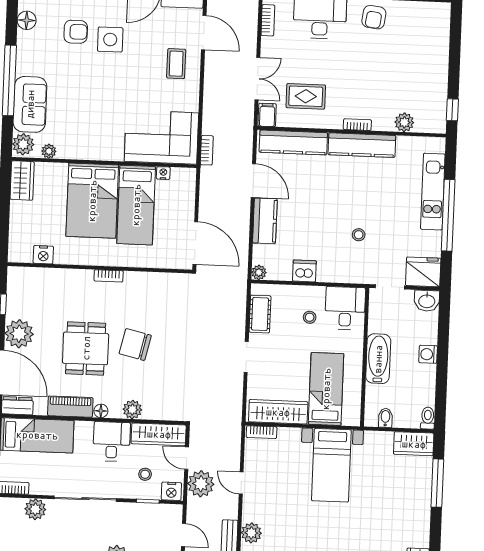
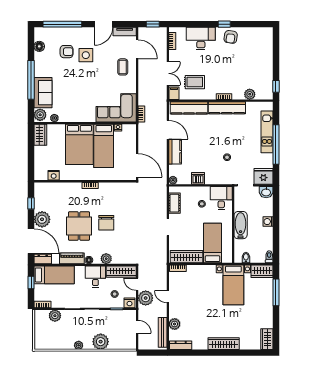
chair: (135, 344) -> (106, 223), turned -103
bed with nightstands: (331, 465) -> (233, 285), moved

